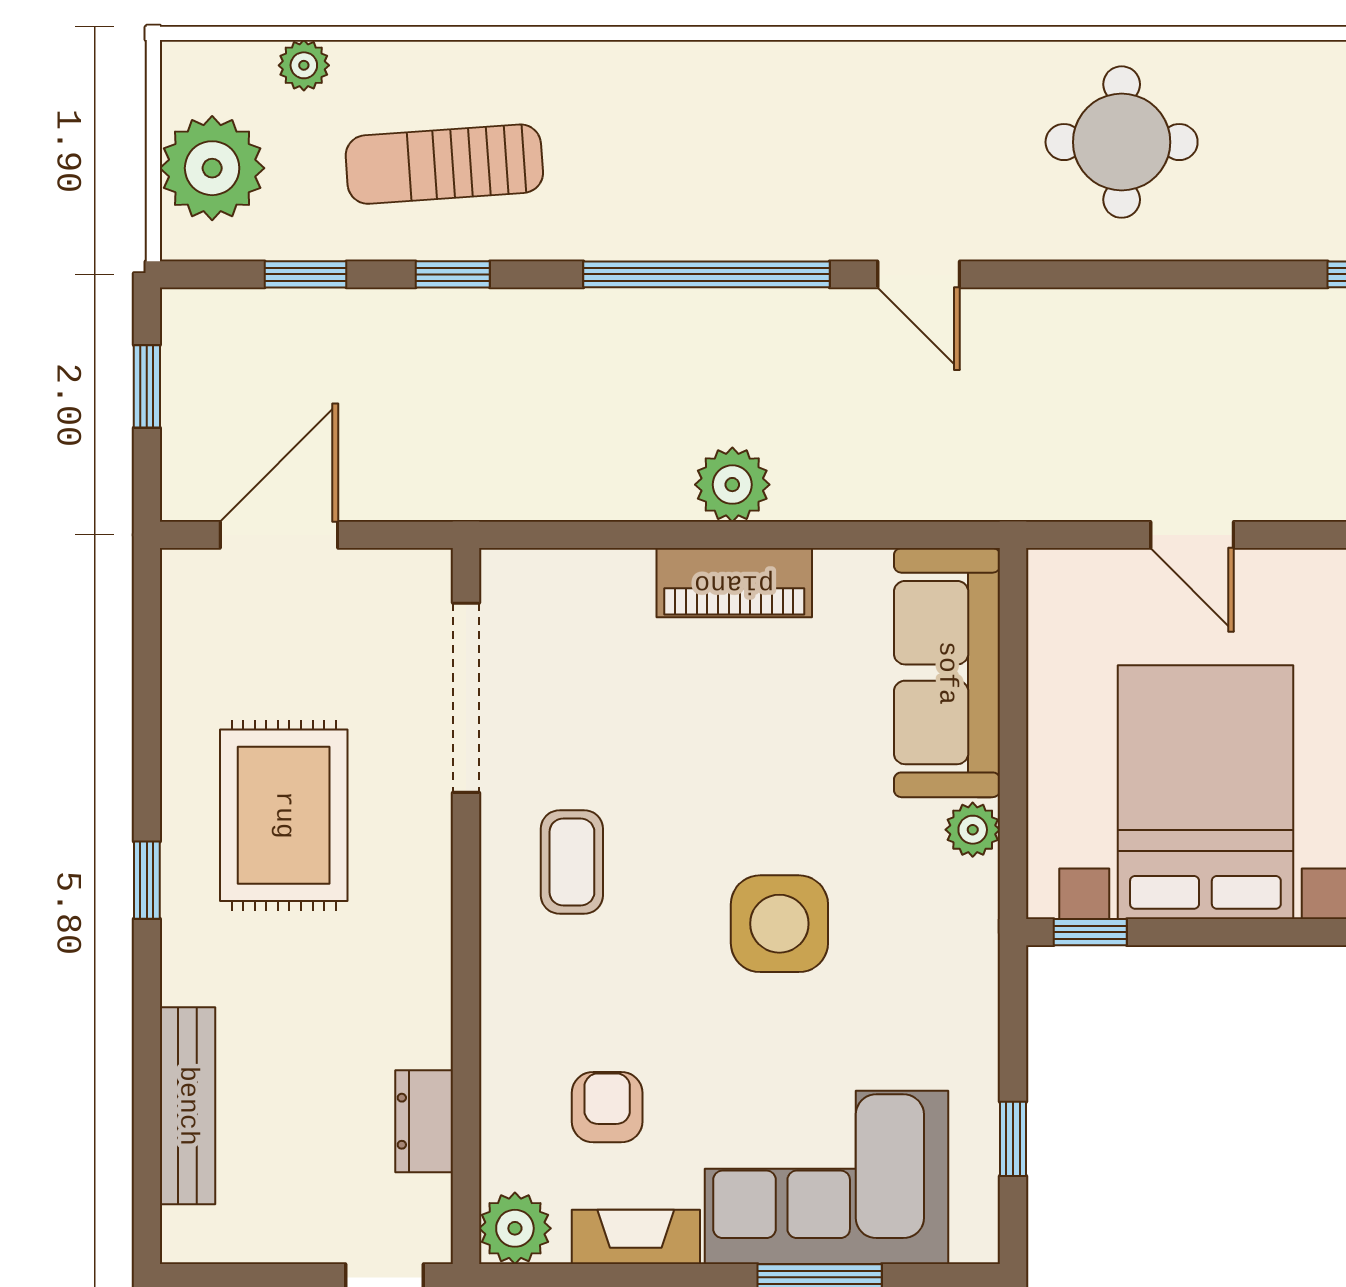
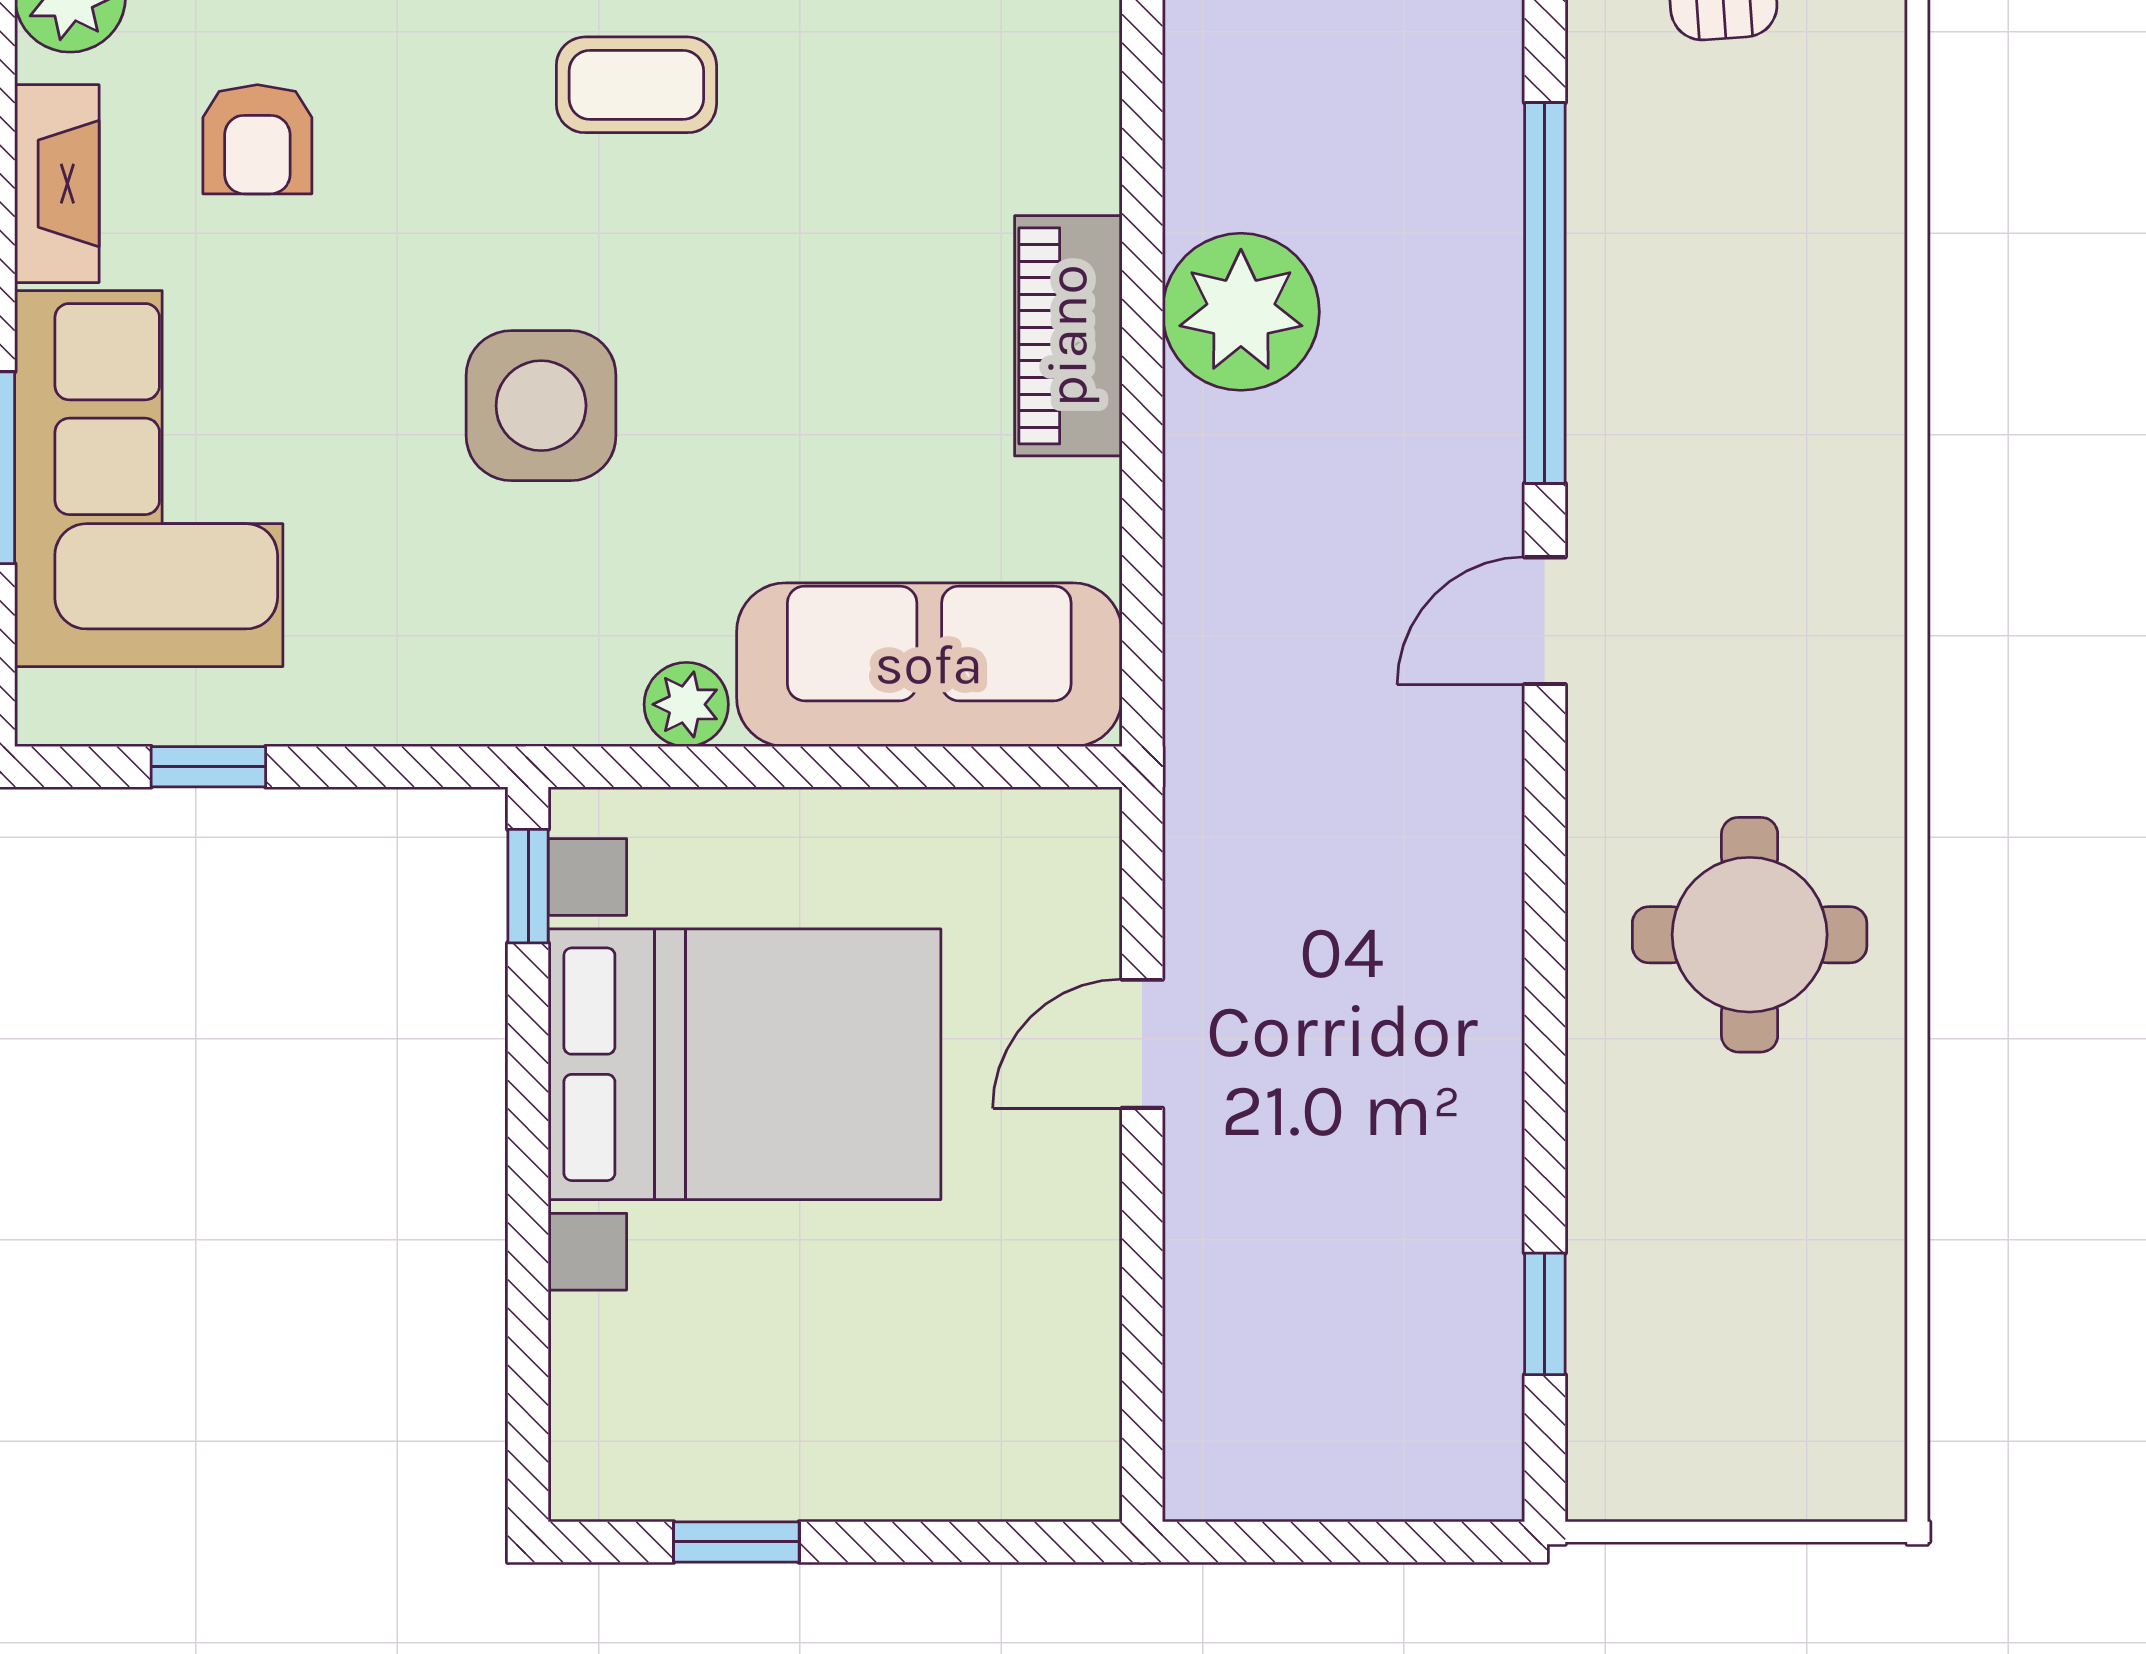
plant: (732, 485) -> (1241, 312), width x1.36, depth x1.36
armchair: (607, 1107) -> (257, 139), turned 90

